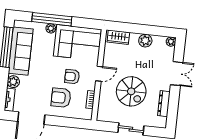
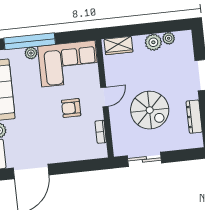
plant: (171, 42) -> (169, 38), moved
armchair: (61, 98) -> (63, 138), removed
sliding door: (131, 129) -> (144, 159), moved

